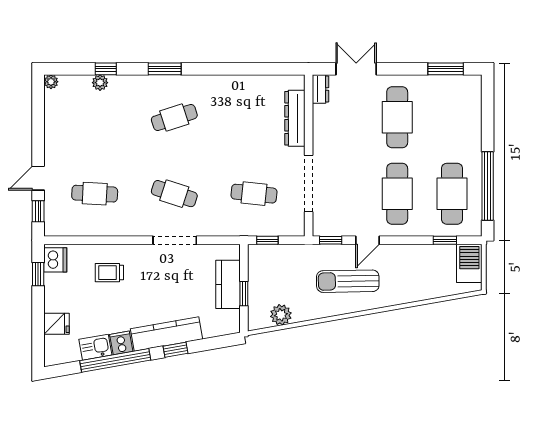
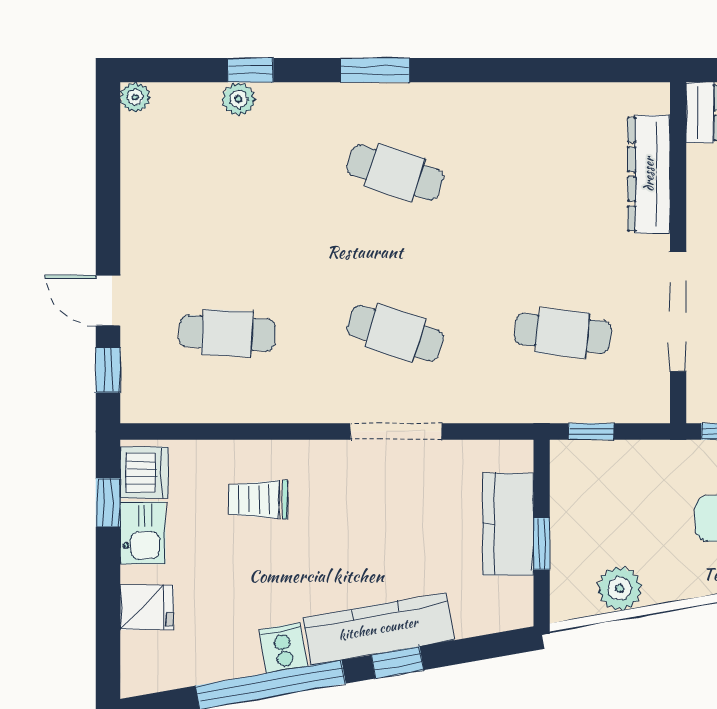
cafe table: (174, 117) -> (395, 173), turned 36
door: (38, 178) -> (108, 300), hinge flipped
kitchen sink: (95, 347) -> (143, 533), moved, turned 100

